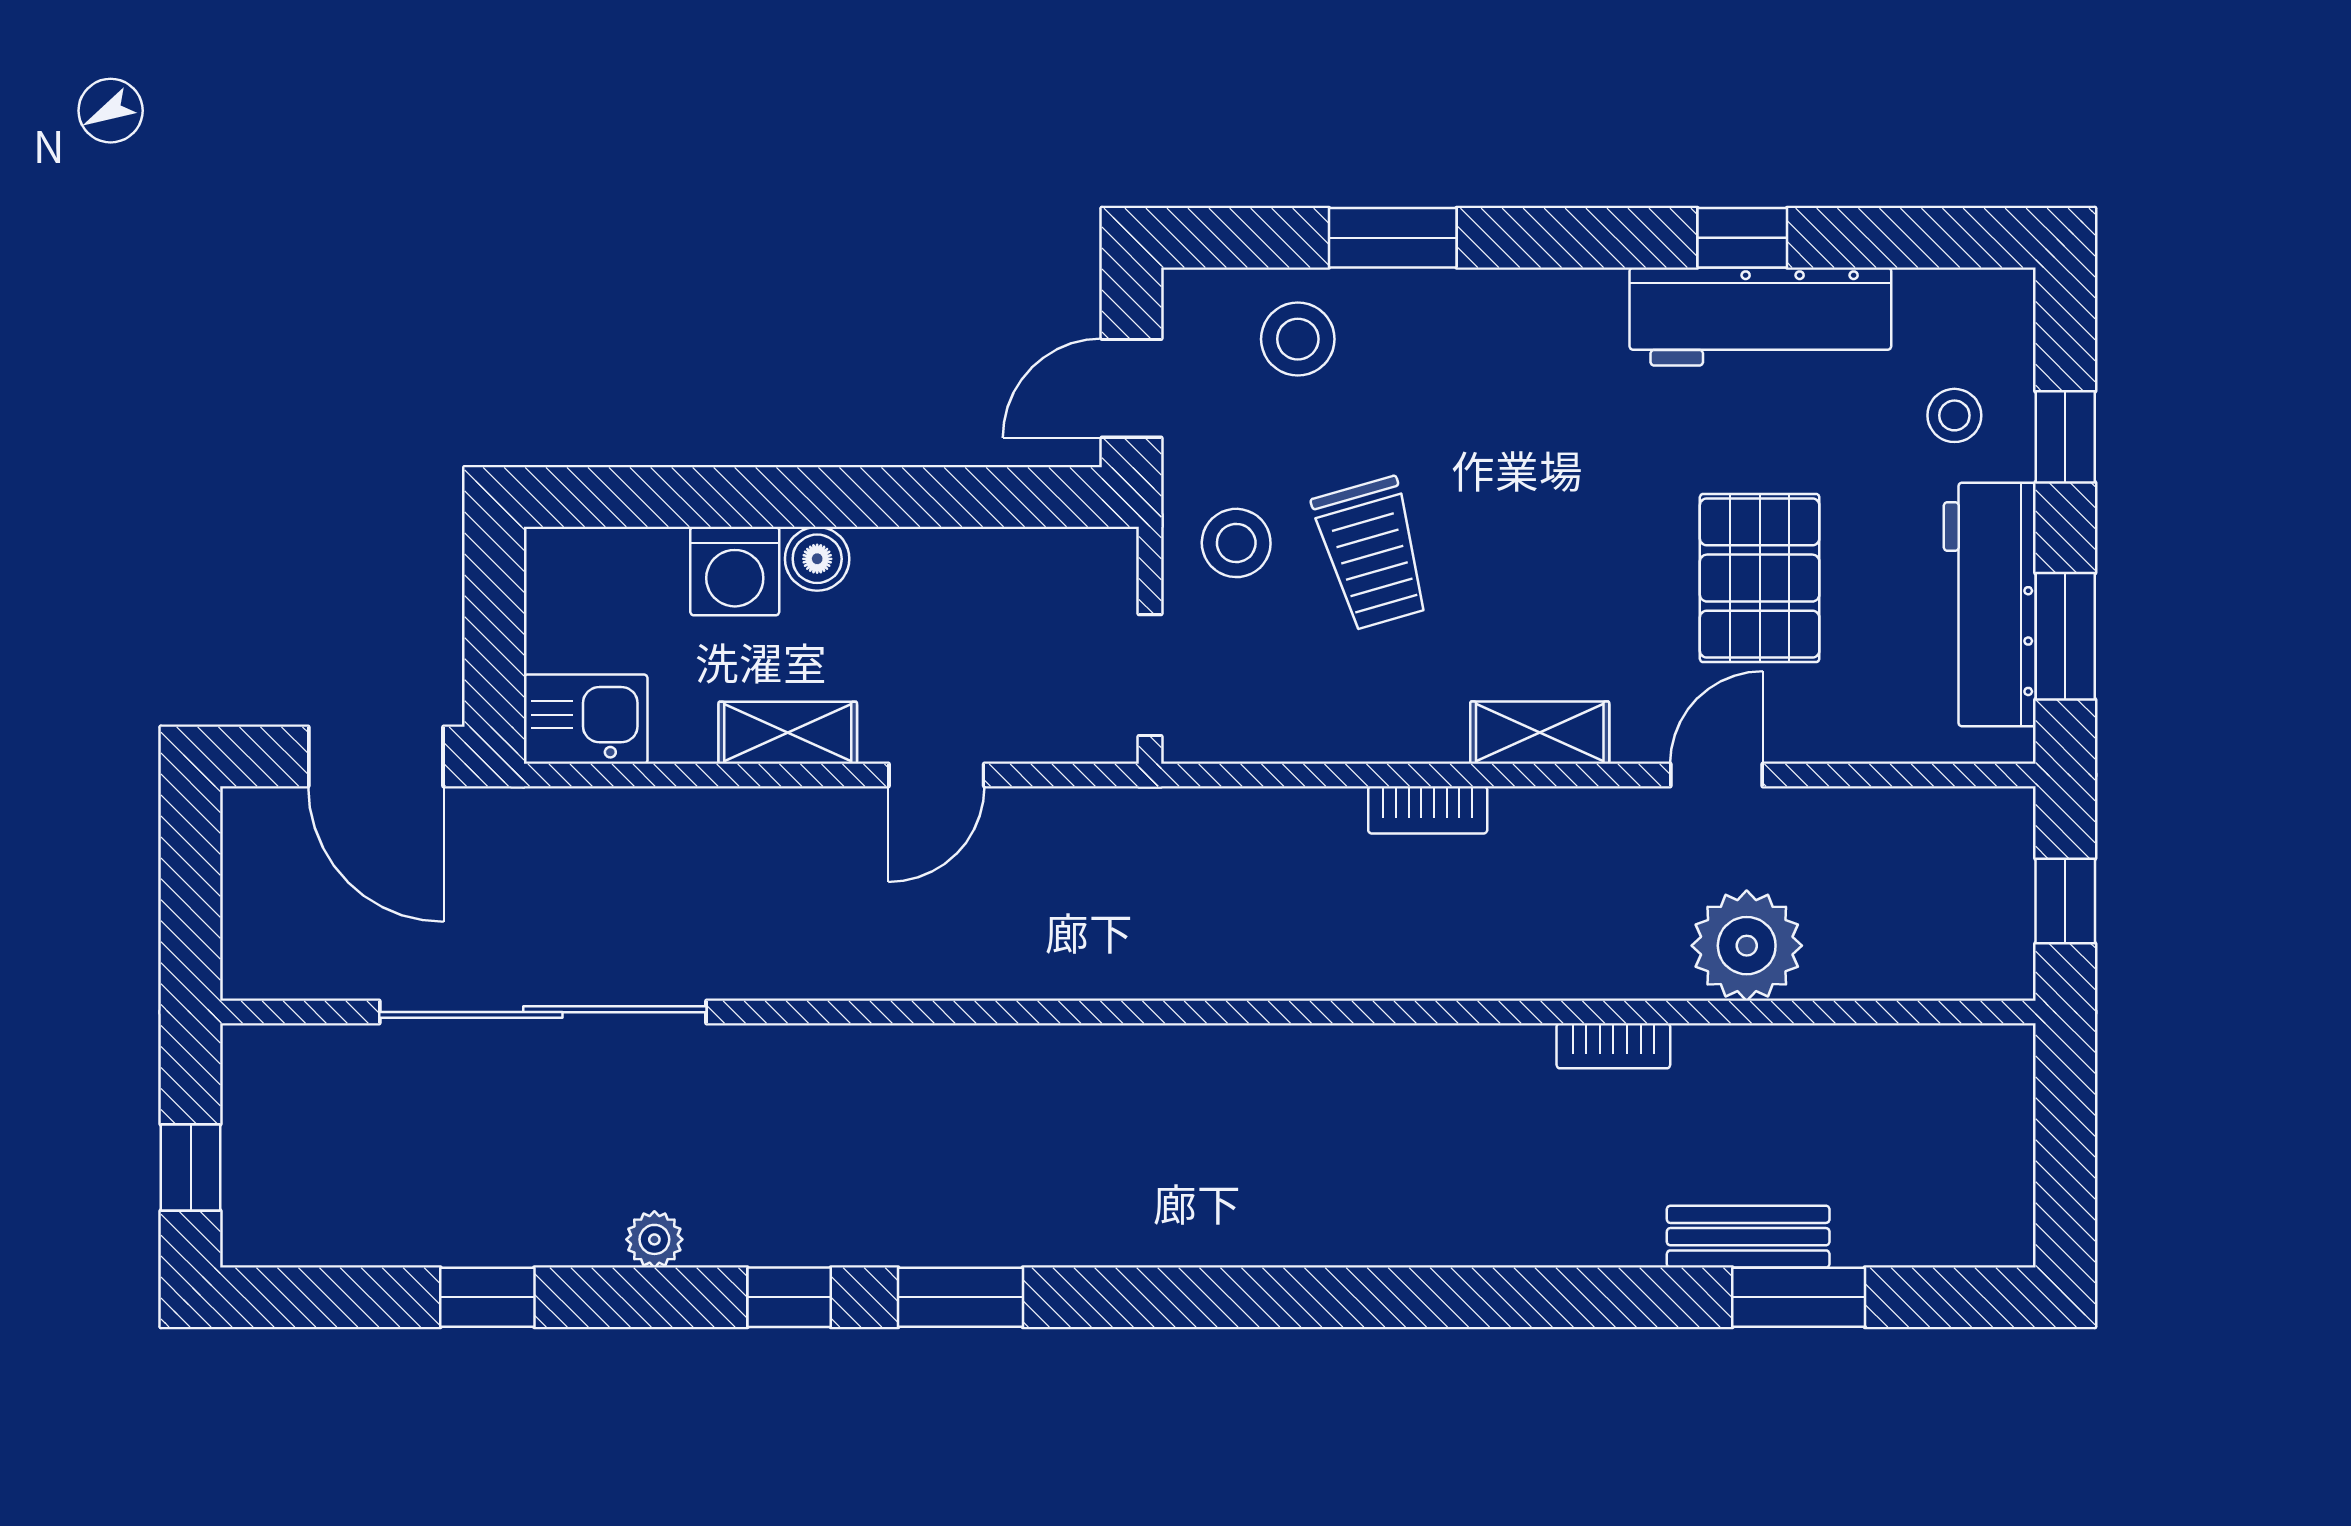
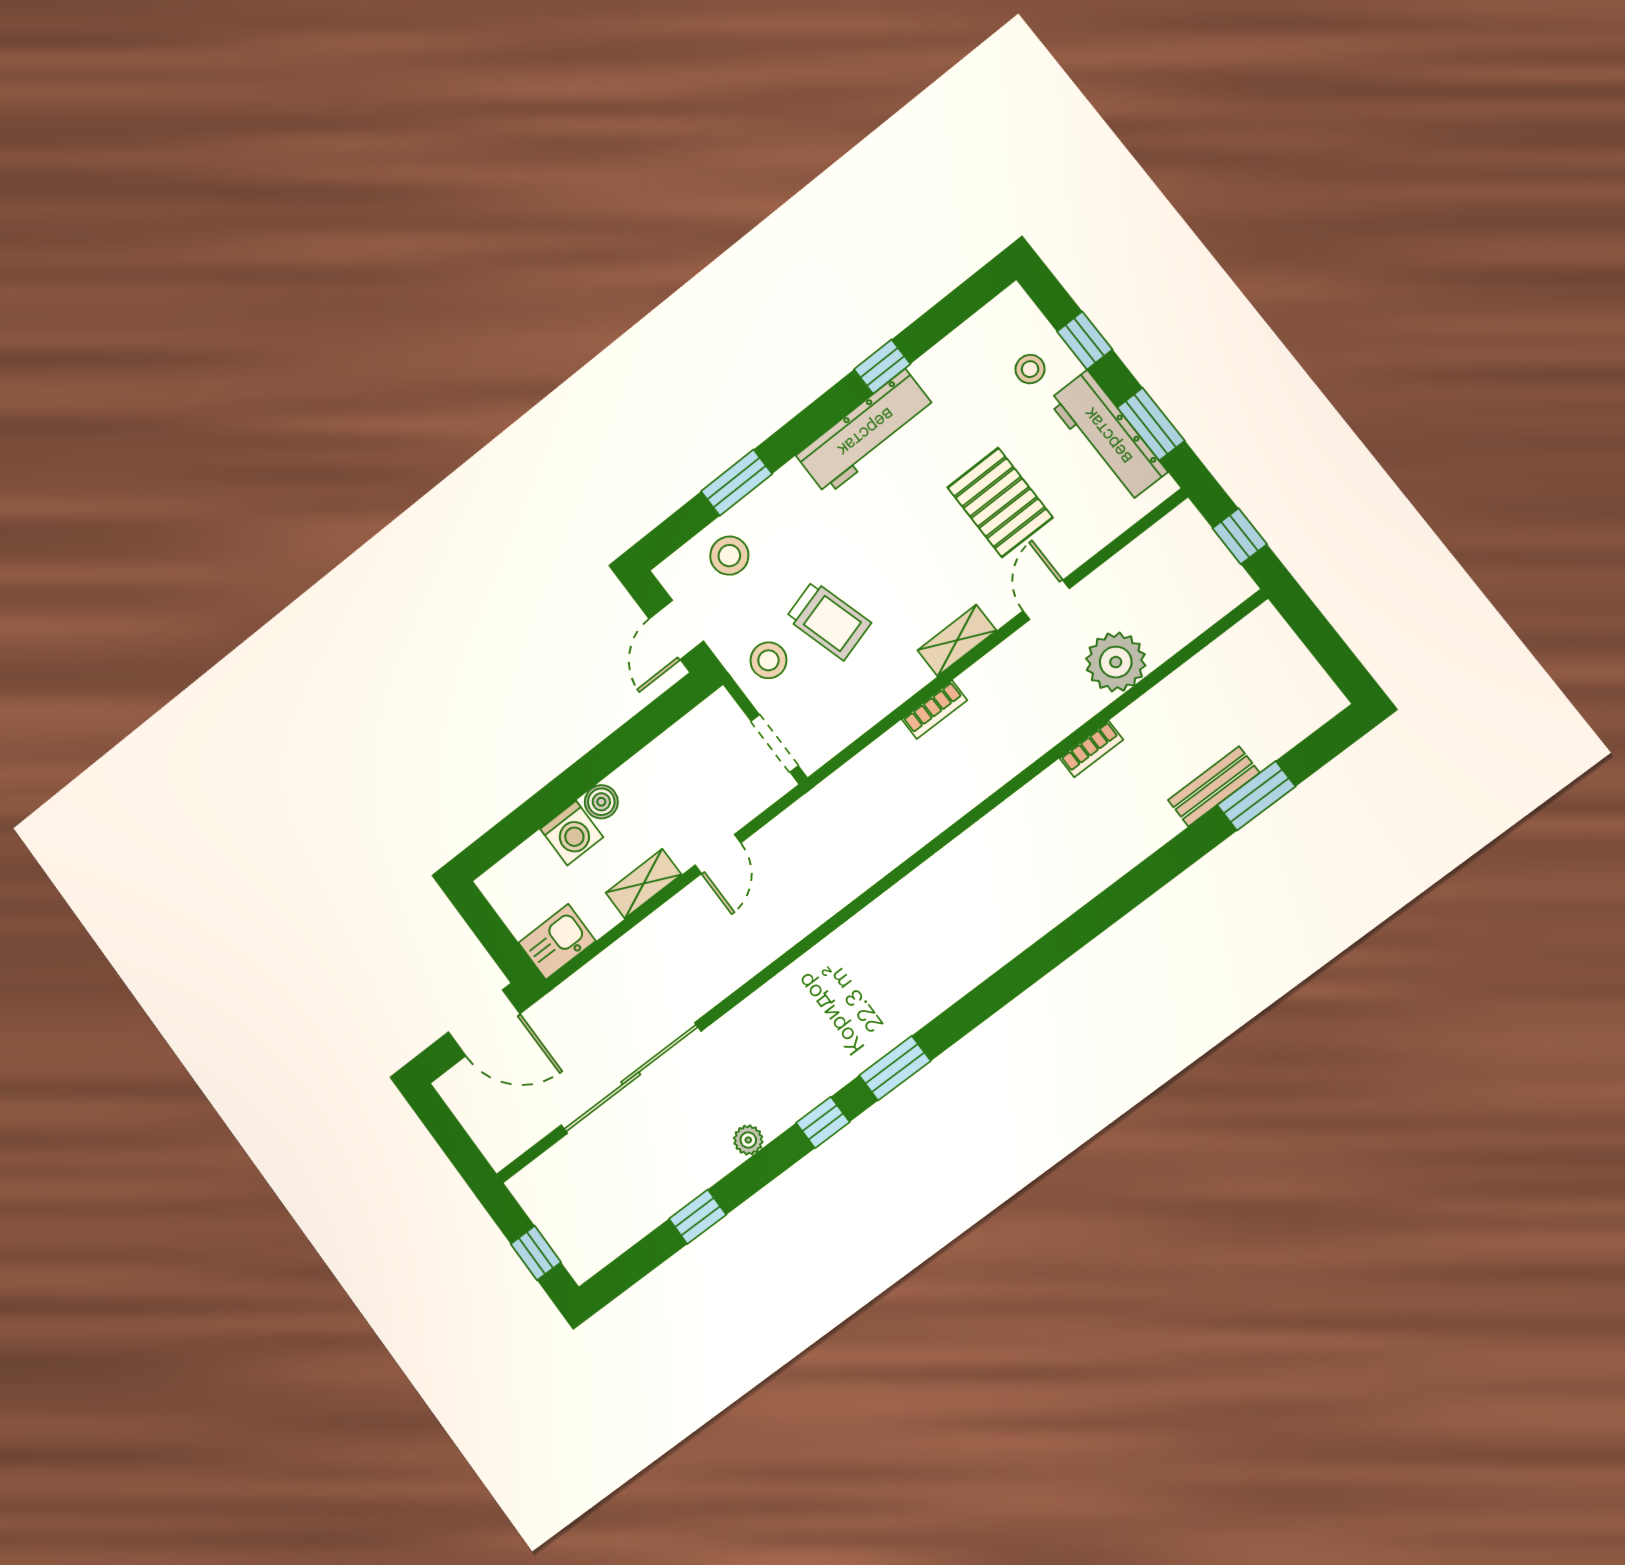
workbench: (1760, 316) -> (866, 432), moved

